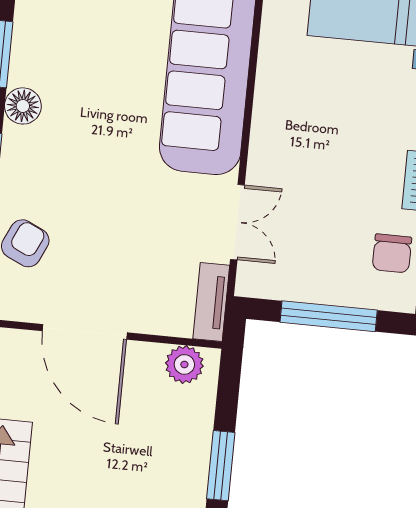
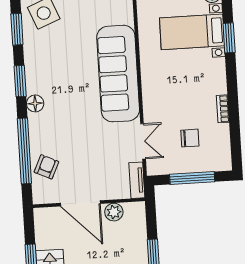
chair: (392, 253) -> (190, 138), moved, turned -90
plant: (184, 364) -> (114, 212), moved

